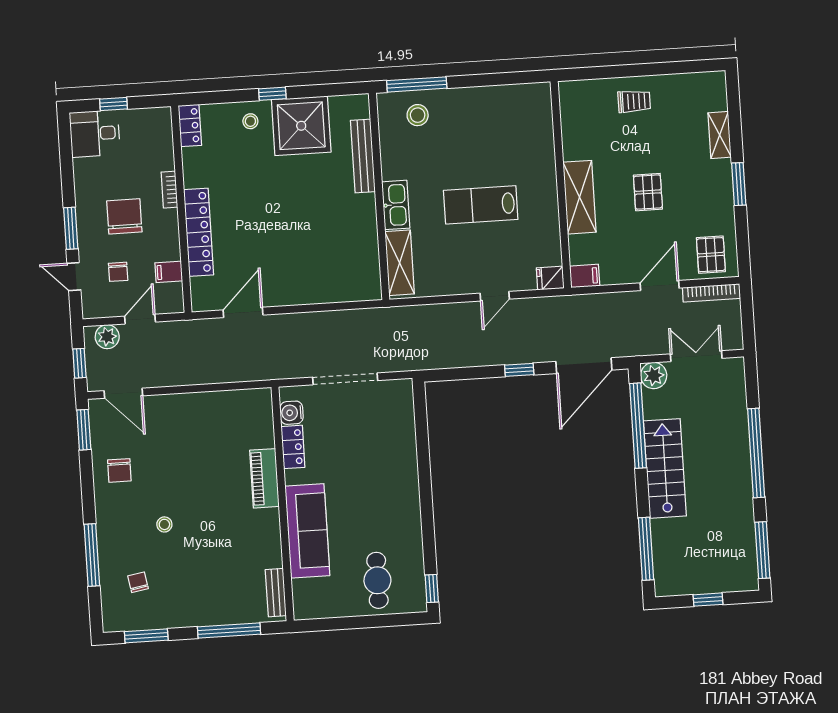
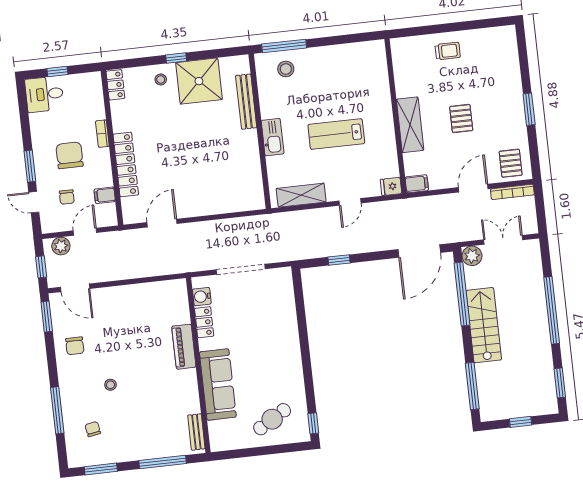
shelving: (720, 135) -> (513, 73), removed
shelving: (400, 263) -> (301, 195), moved, turned 90
window: (519, 370) -> (339, 260), moved
window: (762, 550) -> (560, 383), width x0.69
cafe table: (377, 580) -> (272, 419), turned 59

